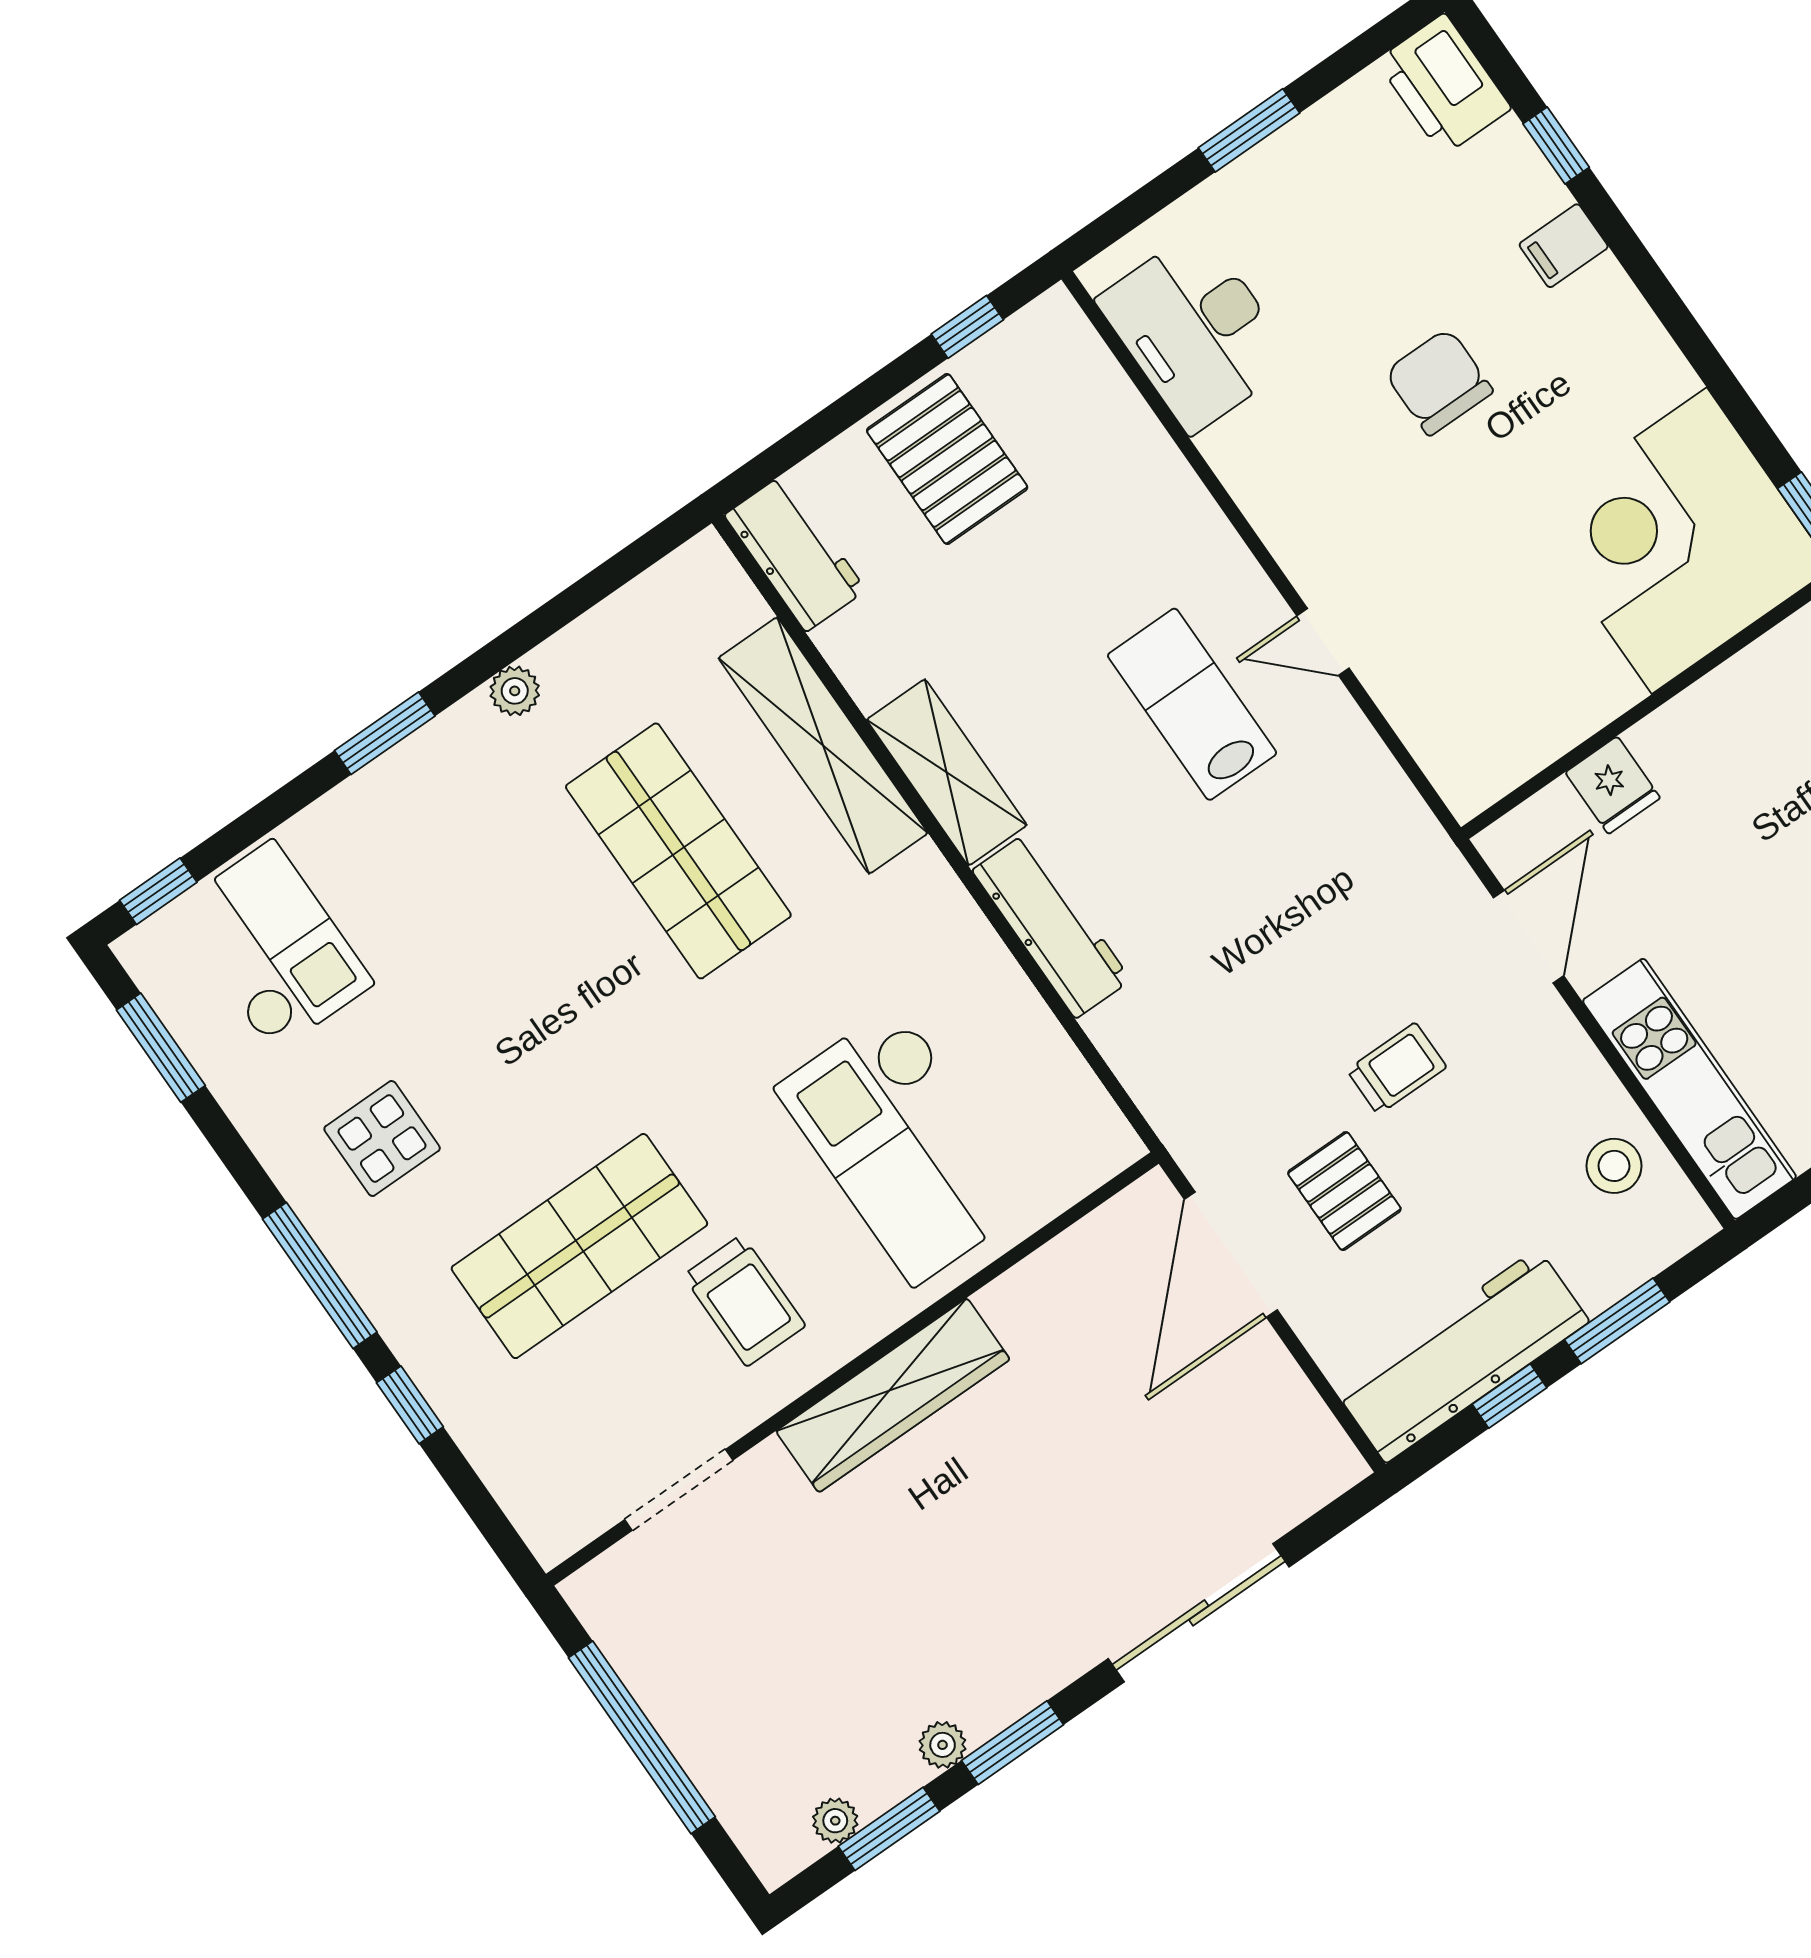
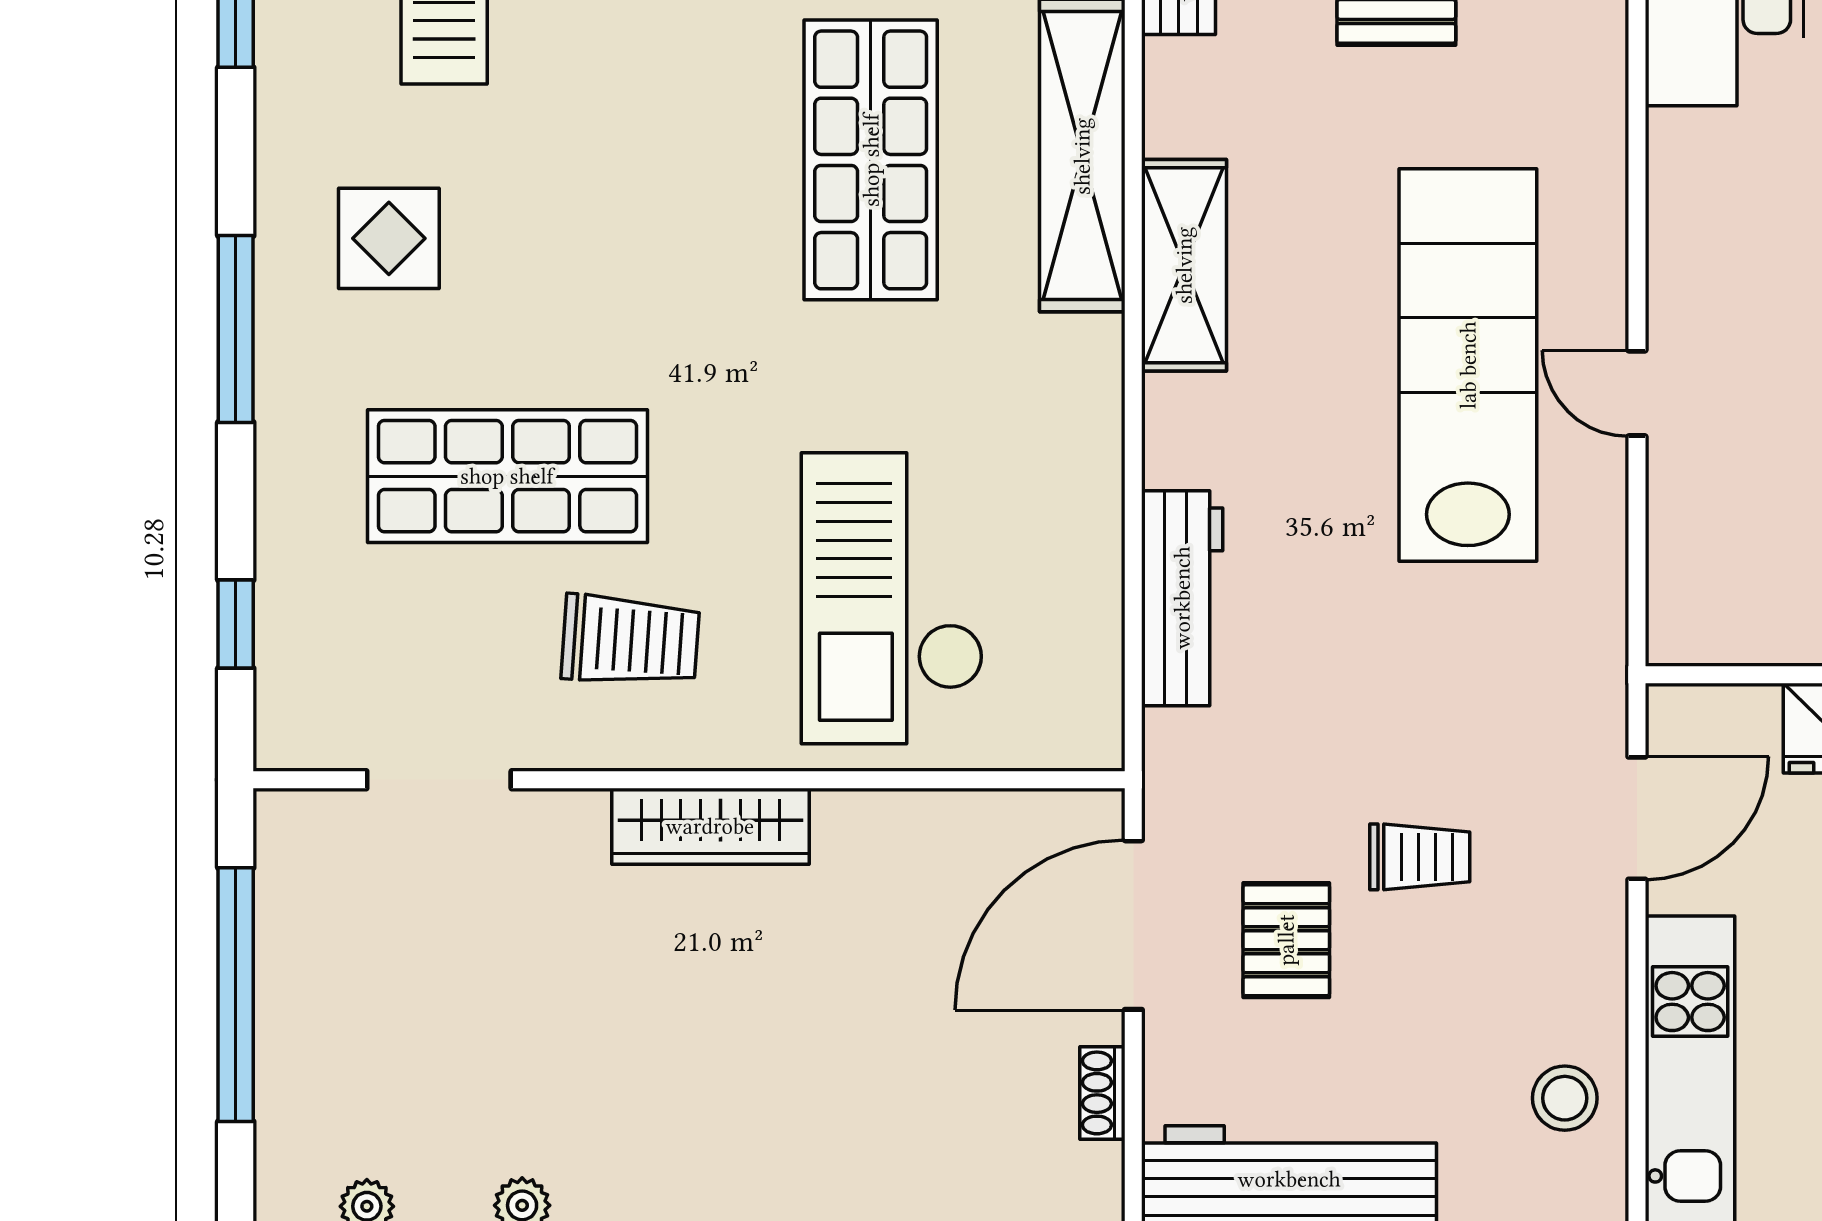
lab bench: (1192, 704) -> (1468, 365), width x1.86, depth x1.39
workbench: (1051, 925) -> (1182, 598), moved
trolley: (744, 1301) -> (630, 640), turned -86
shoe rack: (1291, 1386) -> (1102, 1093), added
wardrobe: (893, 1395) -> (710, 826), width x0.71, depth x0.85
window: (410, 1405) -> (236, 624), moved

